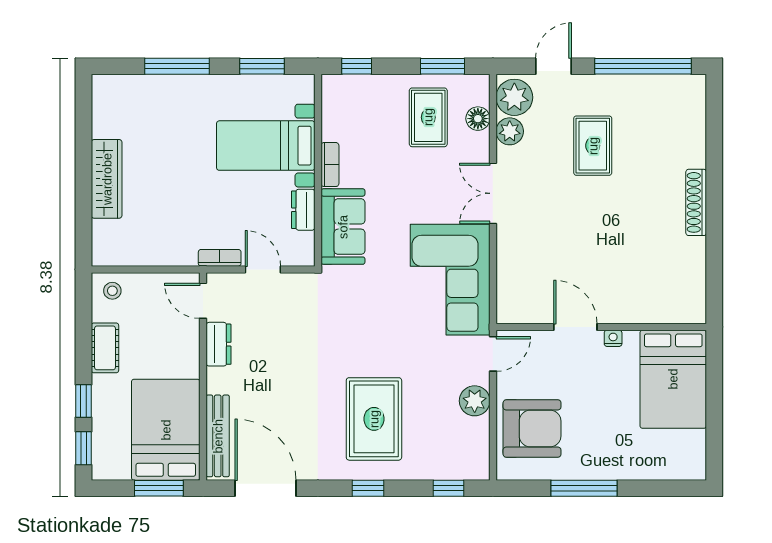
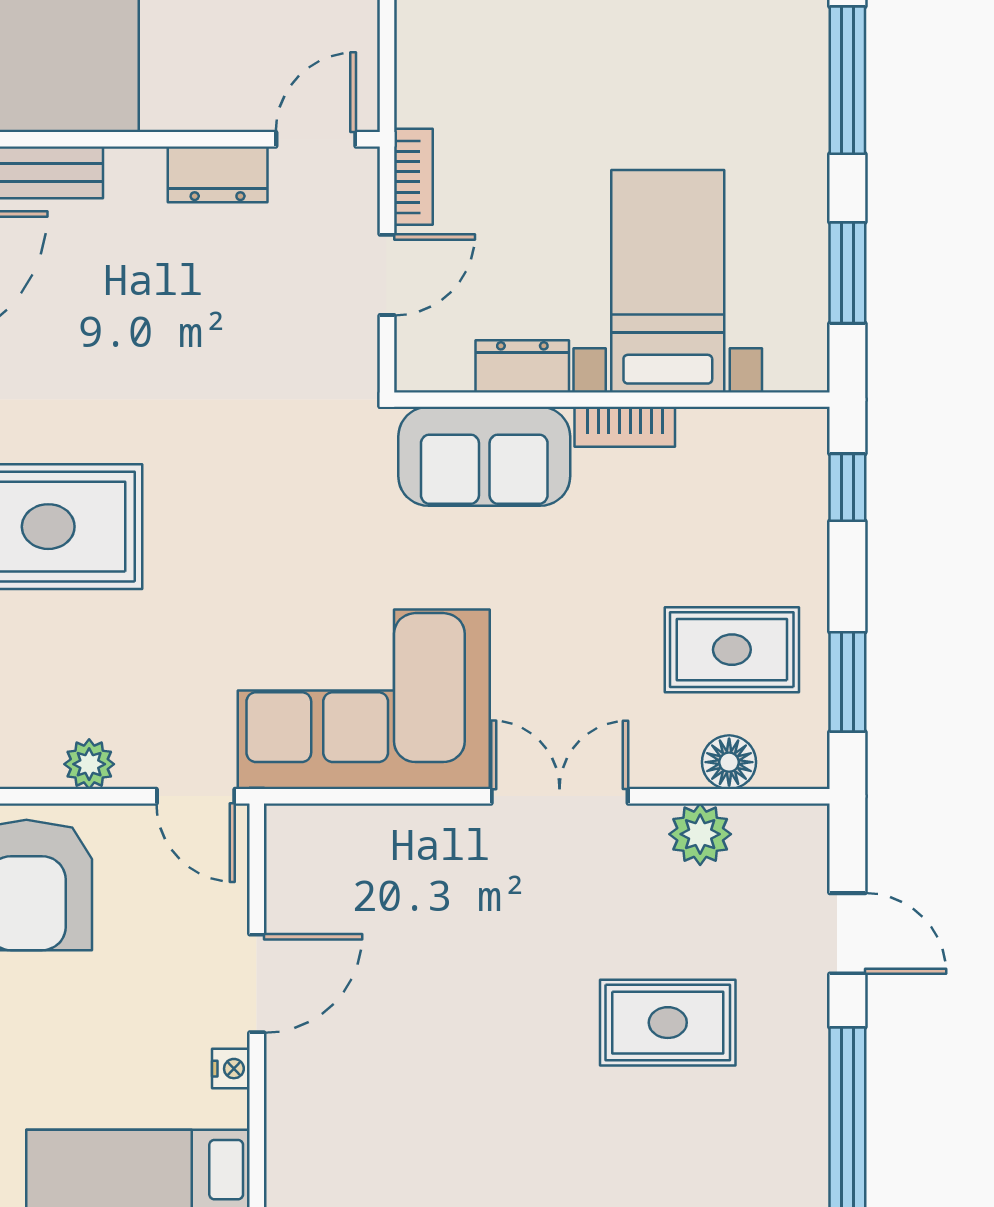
plant: (514, 97) -> (777, 845), removed
plant: (475, 401) -> (89, 764), width x0.73, depth x0.73

